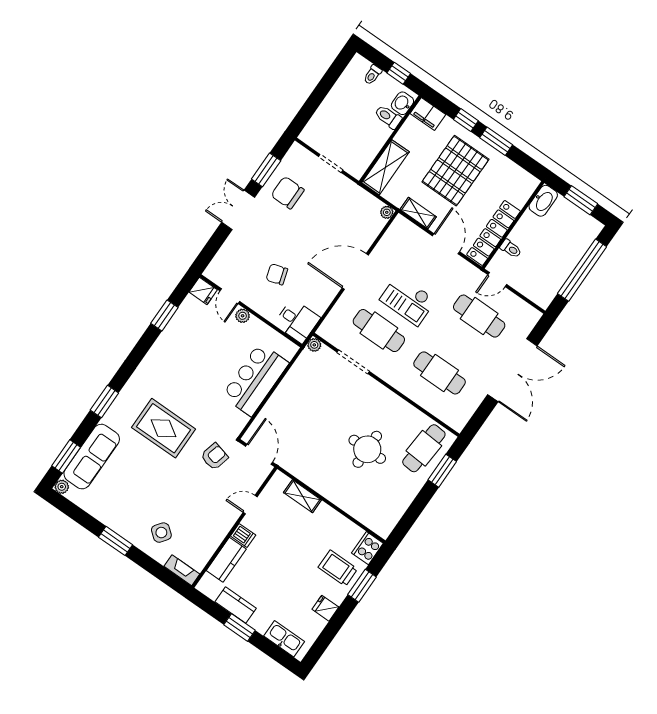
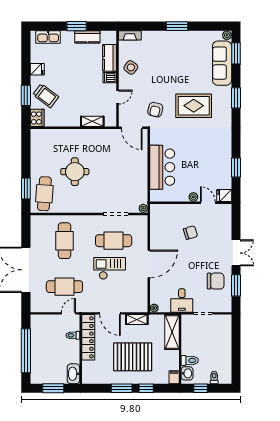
filing cabinet: (428, 114) -> (174, 377), width x0.50
pallet: (455, 171) -> (133, 357), turned 90
desk: (297, 321) -> (182, 300), moved, turned -90
cafe table: (440, 373) -> (64, 241), turned 90
side table: (161, 533) -> (131, 67), moved
trolley: (338, 568) -> (46, 96), turned 37

